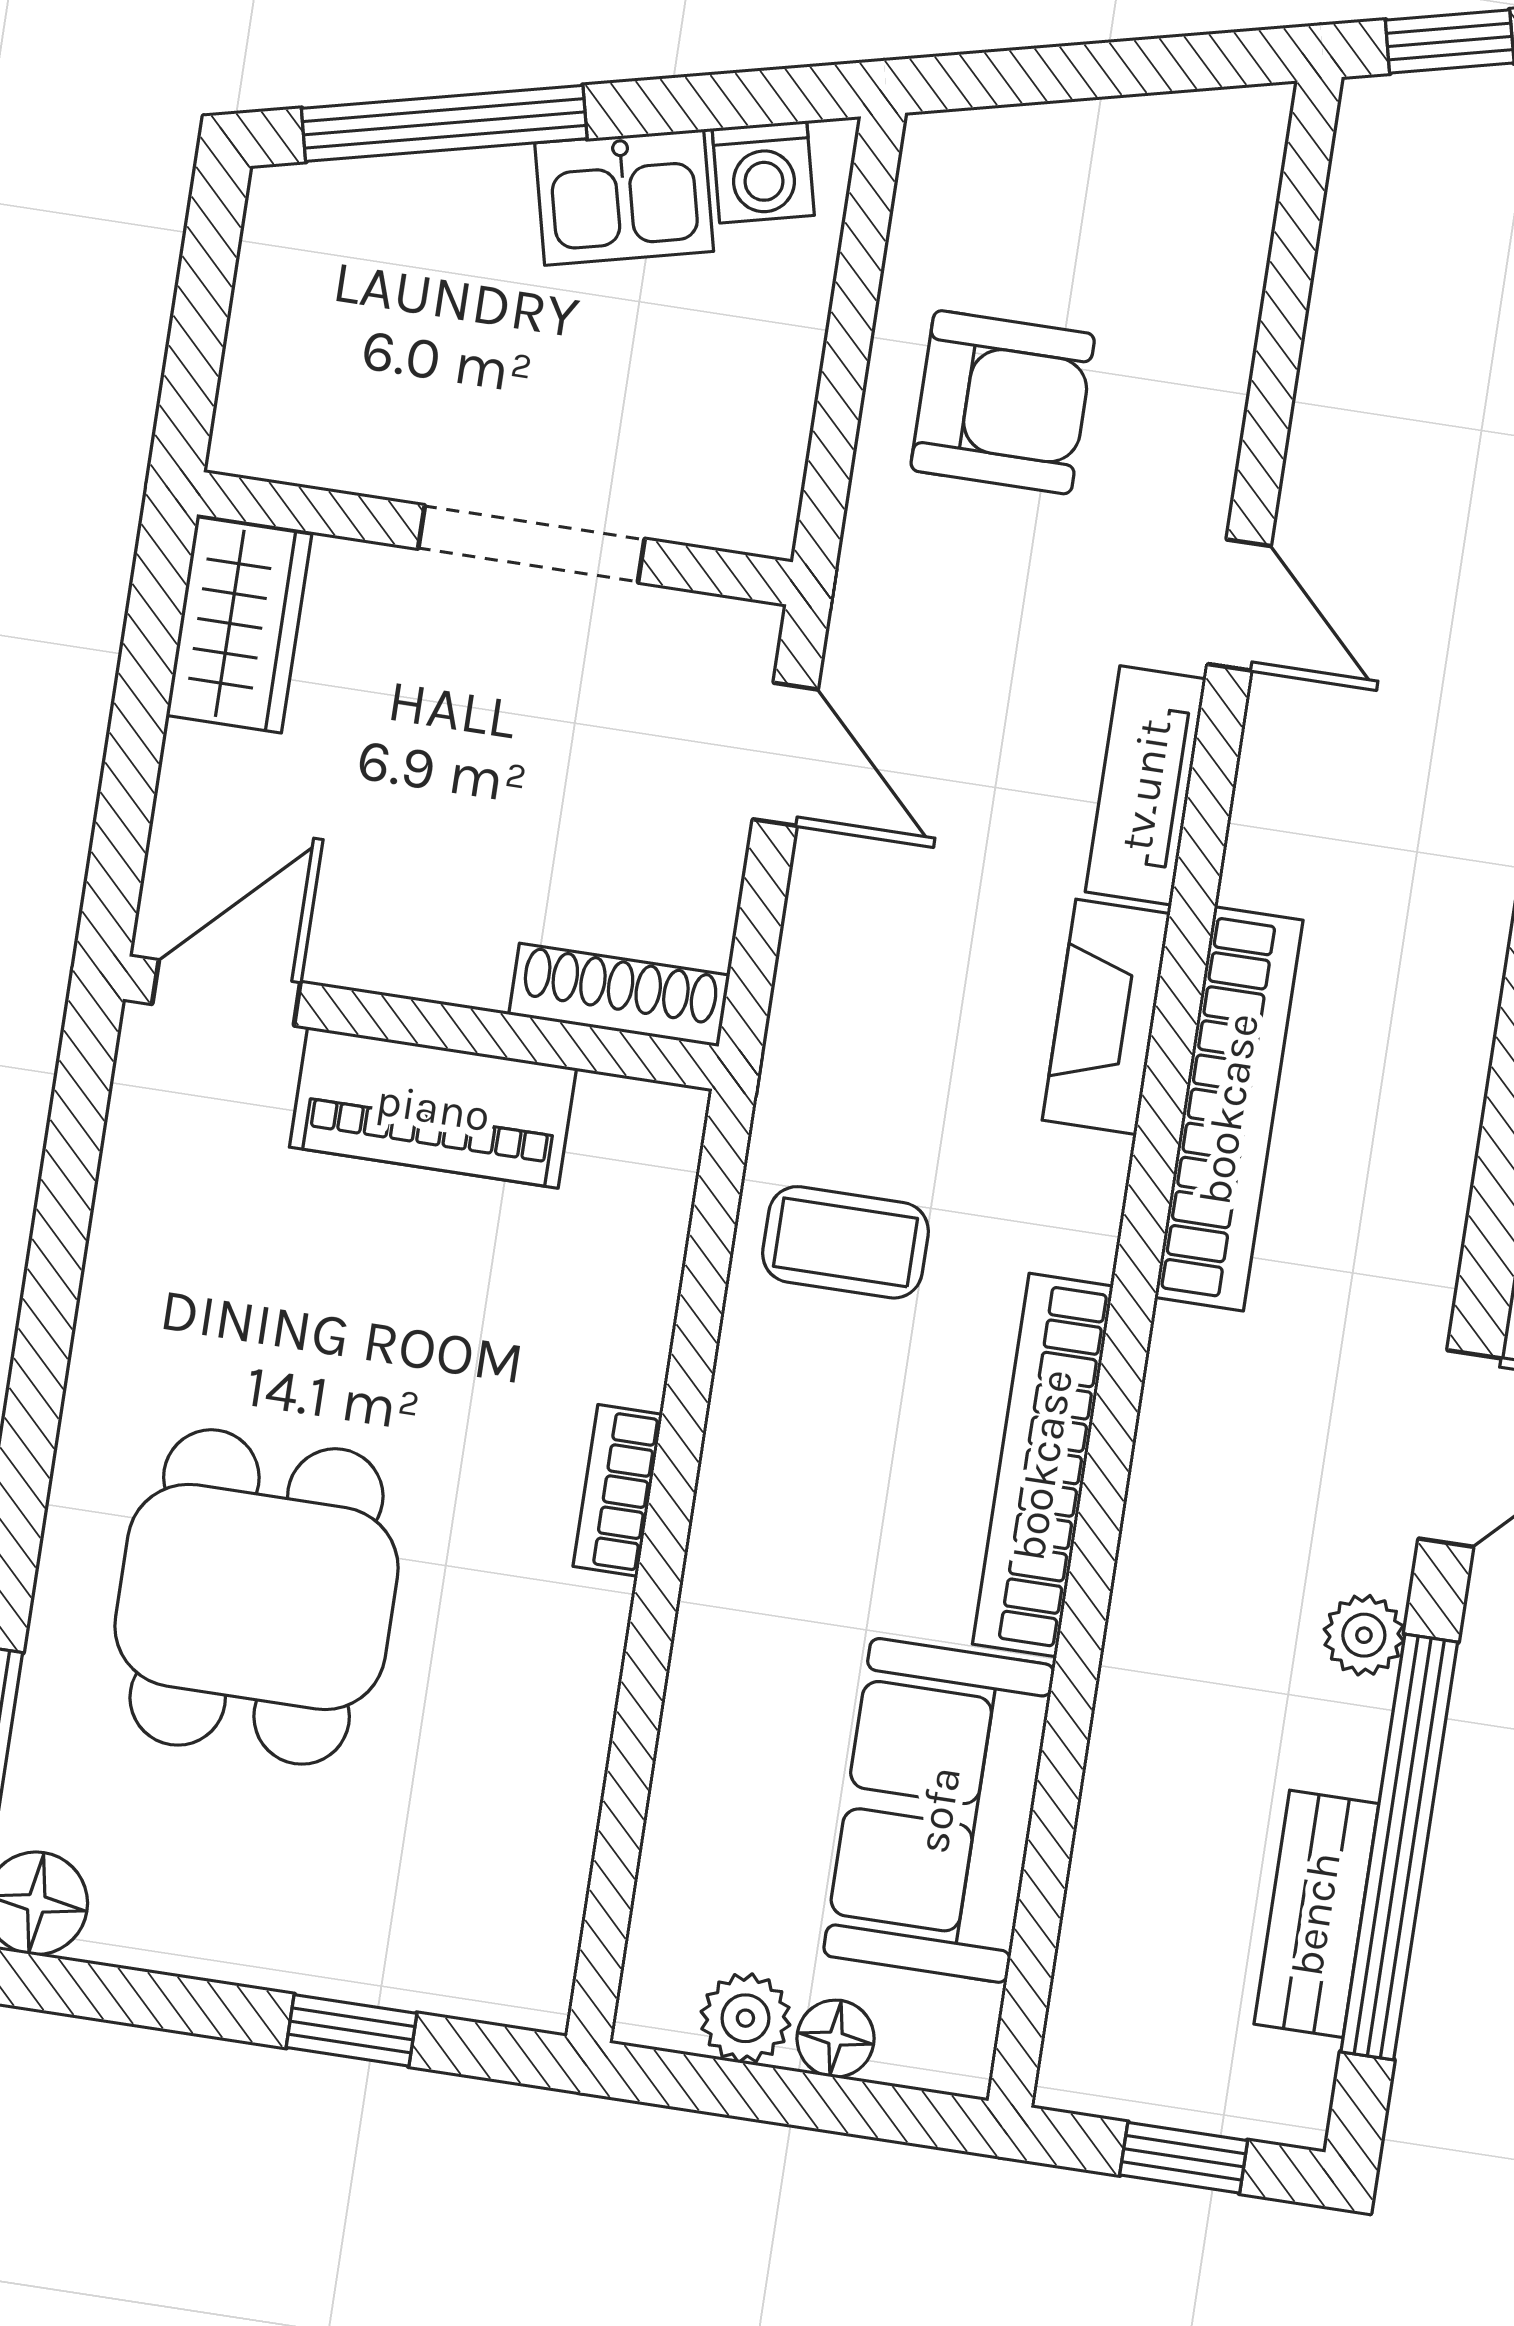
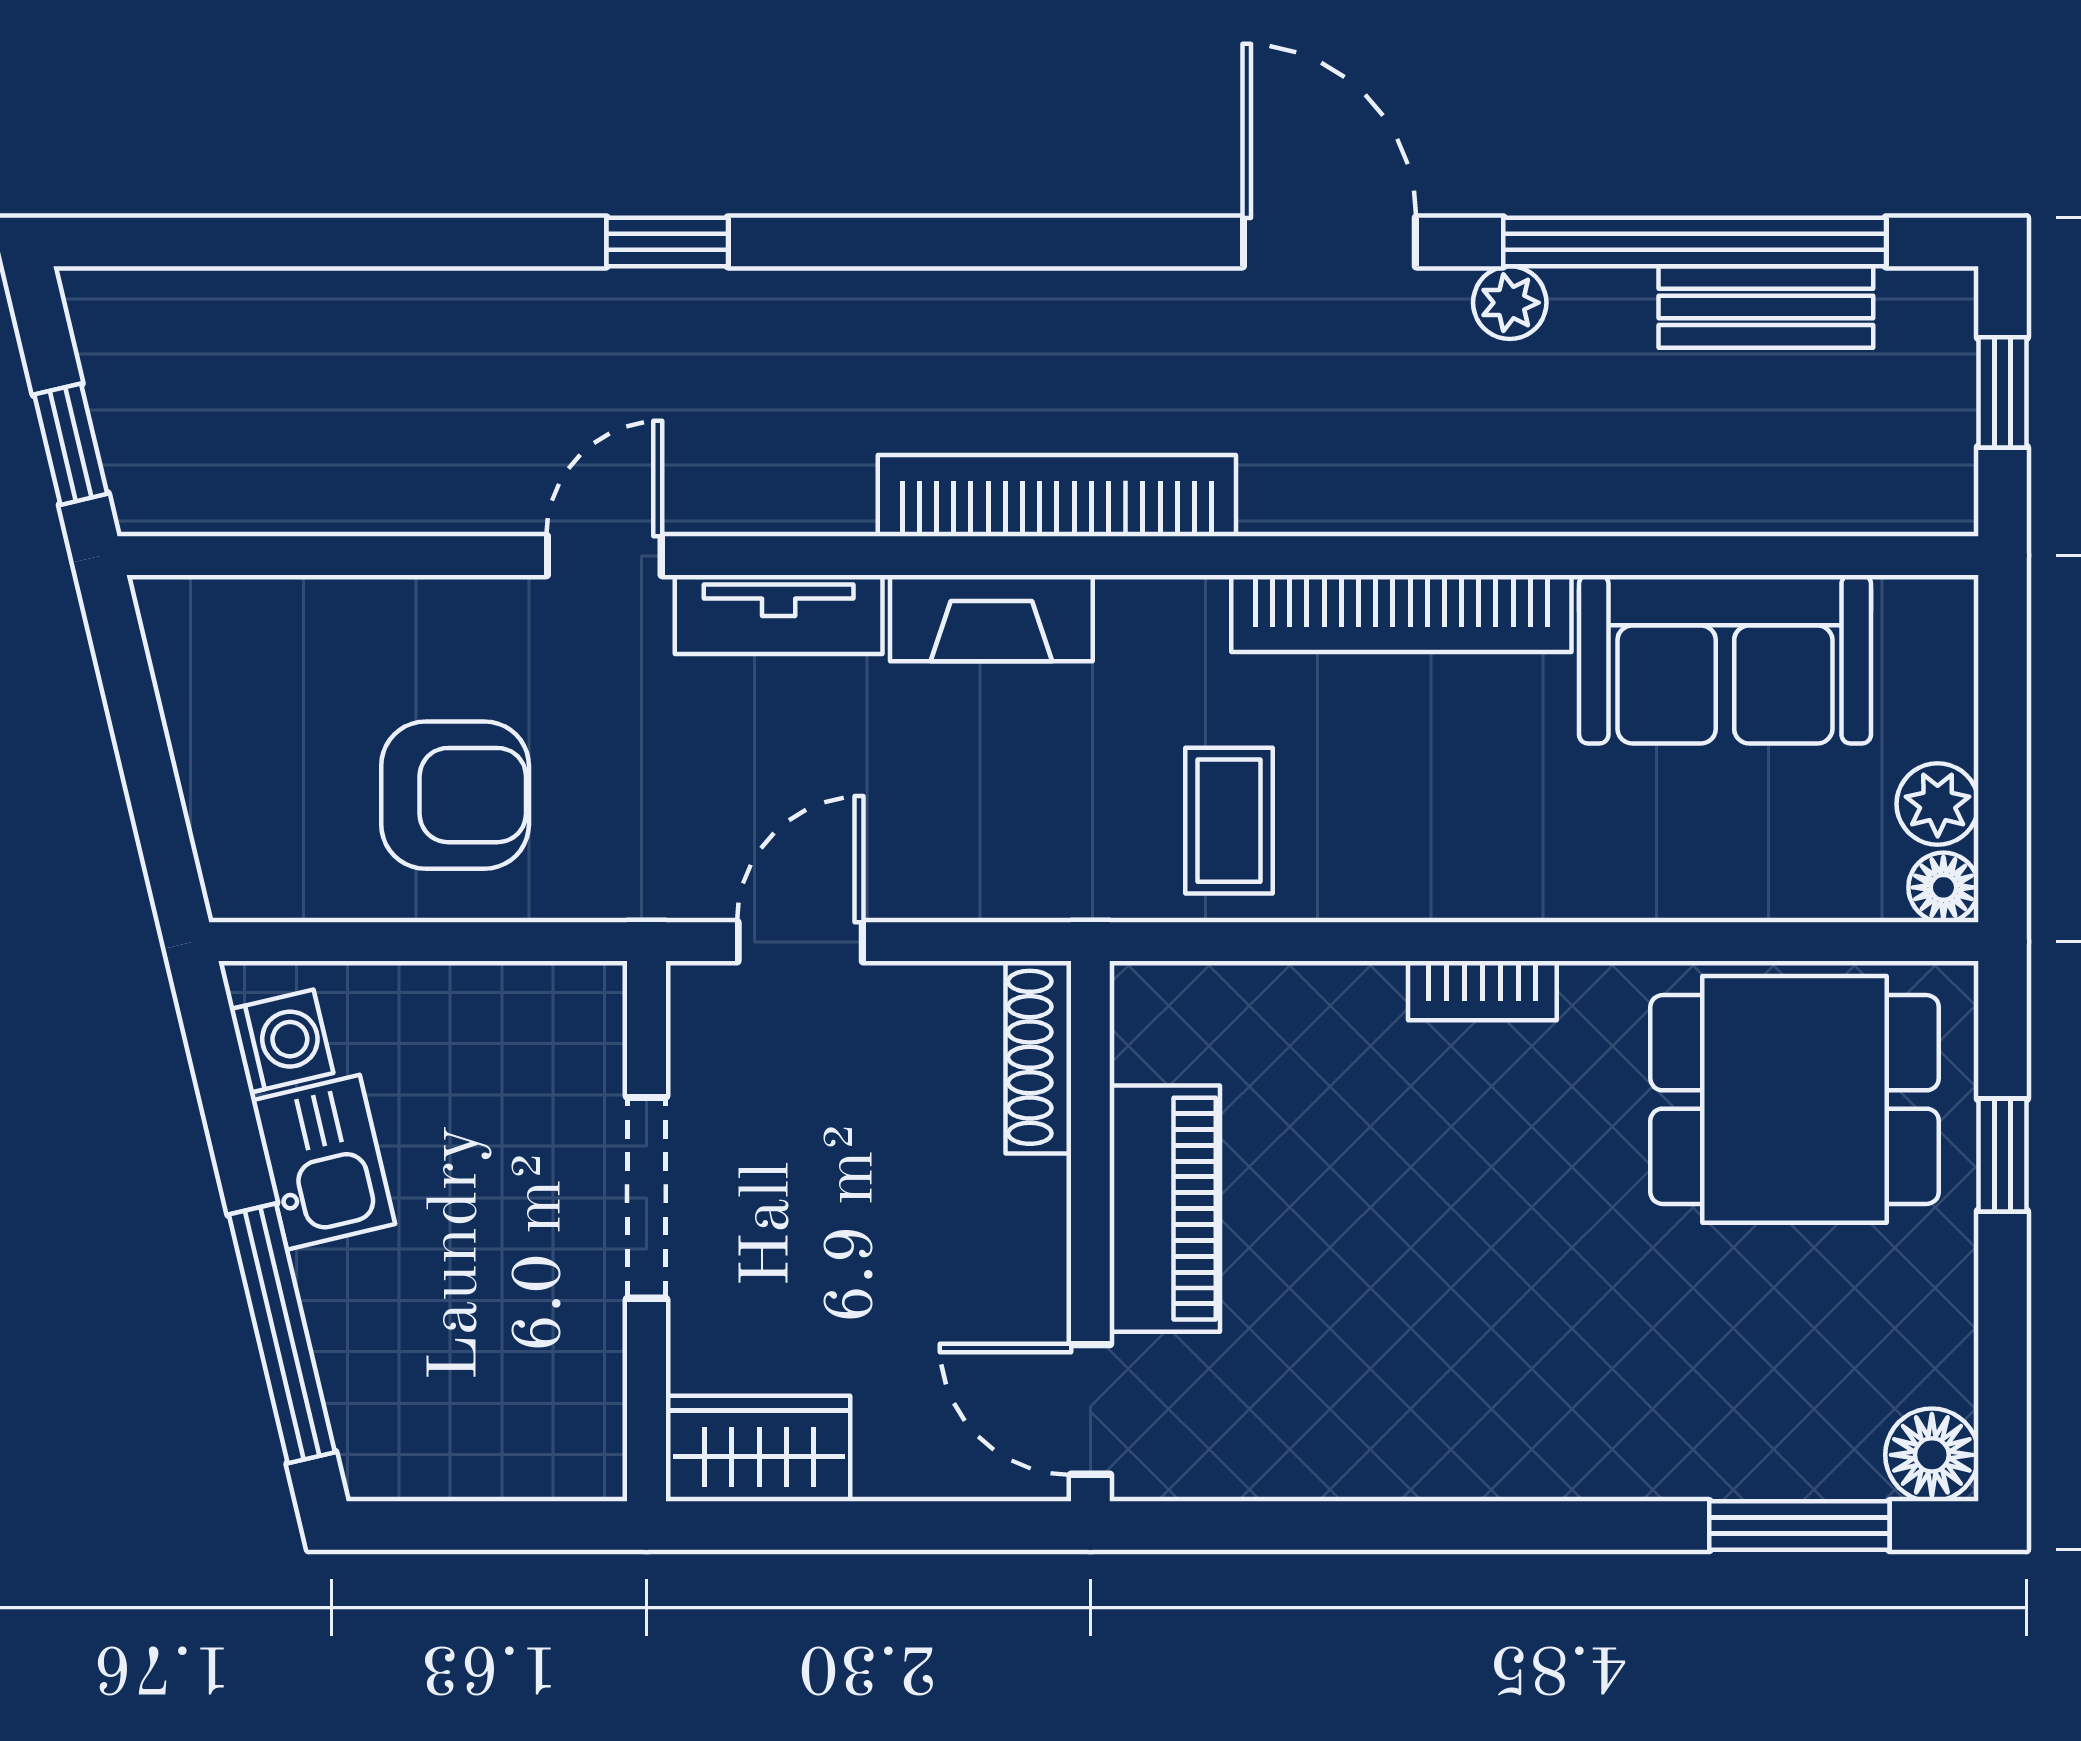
armchair: (1003, 402) -> (455, 795), turned 90
dining table: (256, 1597) -> (1795, 1099), moved
floor lamp: (836, 2039) -> (1943, 887), moved

